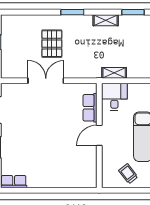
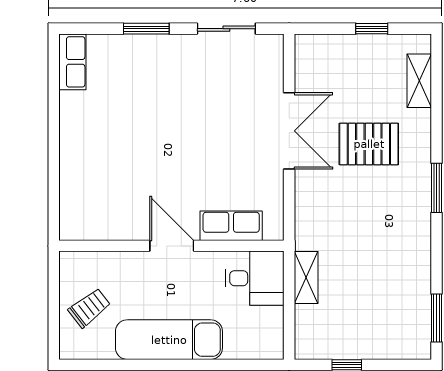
shelving: (106, 20) -> (419, 81), moved

